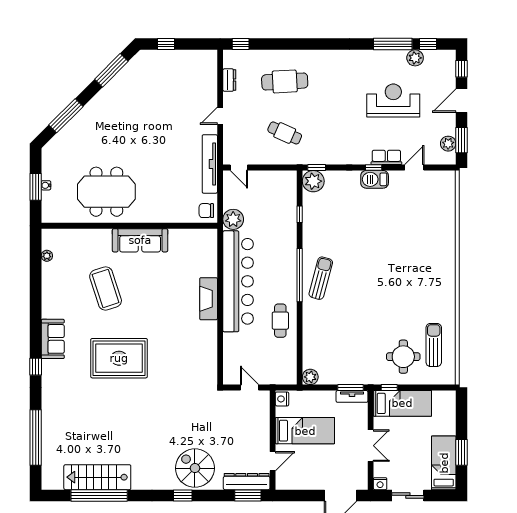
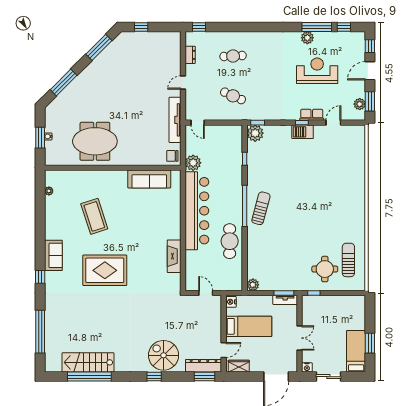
plant: (415, 58) -> (307, 38), moved
cafe table: (285, 81) -> (233, 56), width x0.73, depth x0.74
sofa: (140, 240) -> (149, 179), moved
fireplace: (209, 299) -> (174, 256), moved
cafe table: (280, 321) -> (230, 241), width x1.37, depth x1.35
bed: (402, 403) -> (324, 305), removed
wardrobe: (292, 482) -> (239, 366), added

